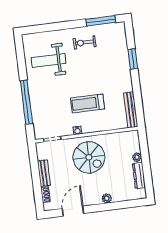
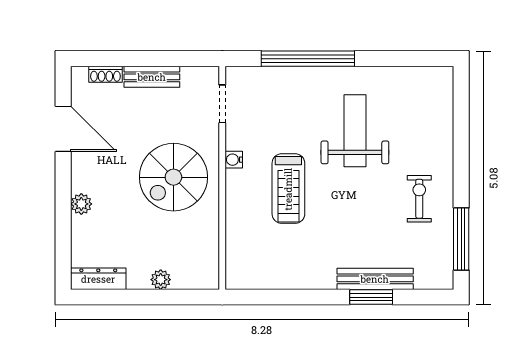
weight bench: (49, 61) -> (355, 131), moved
treadmill: (87, 104) -> (288, 189), turned 180
bench: (131, 110) -> (375, 279), moved
dresser: (139, 176) -> (98, 279), moved

